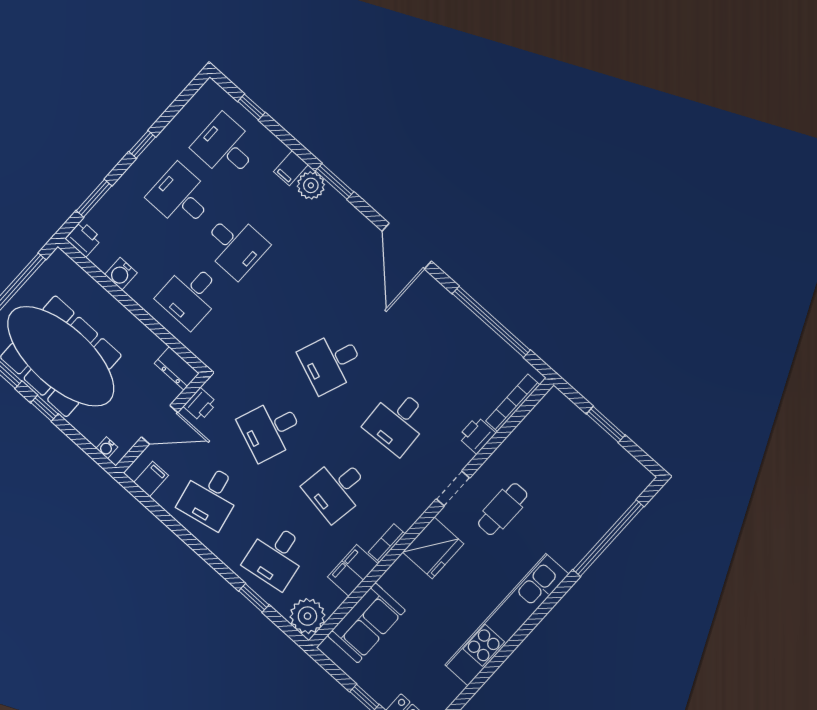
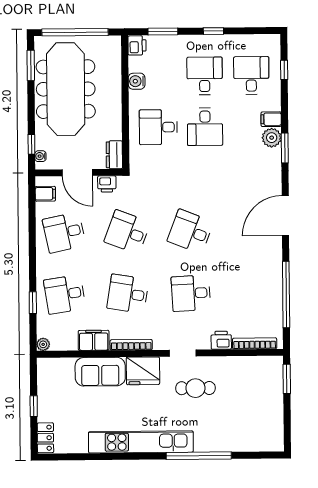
window: (44, 408) -> (31, 144), moved
window: (606, 424) -> (287, 379), moved
window: (608, 538) -> (199, 456), moved
bookcase: (387, 543) -> (131, 345), width x1.56
plant: (307, 616) -> (43, 344), width x0.53, depth x0.53
sofa: (366, 623) -> (100, 372), moved

